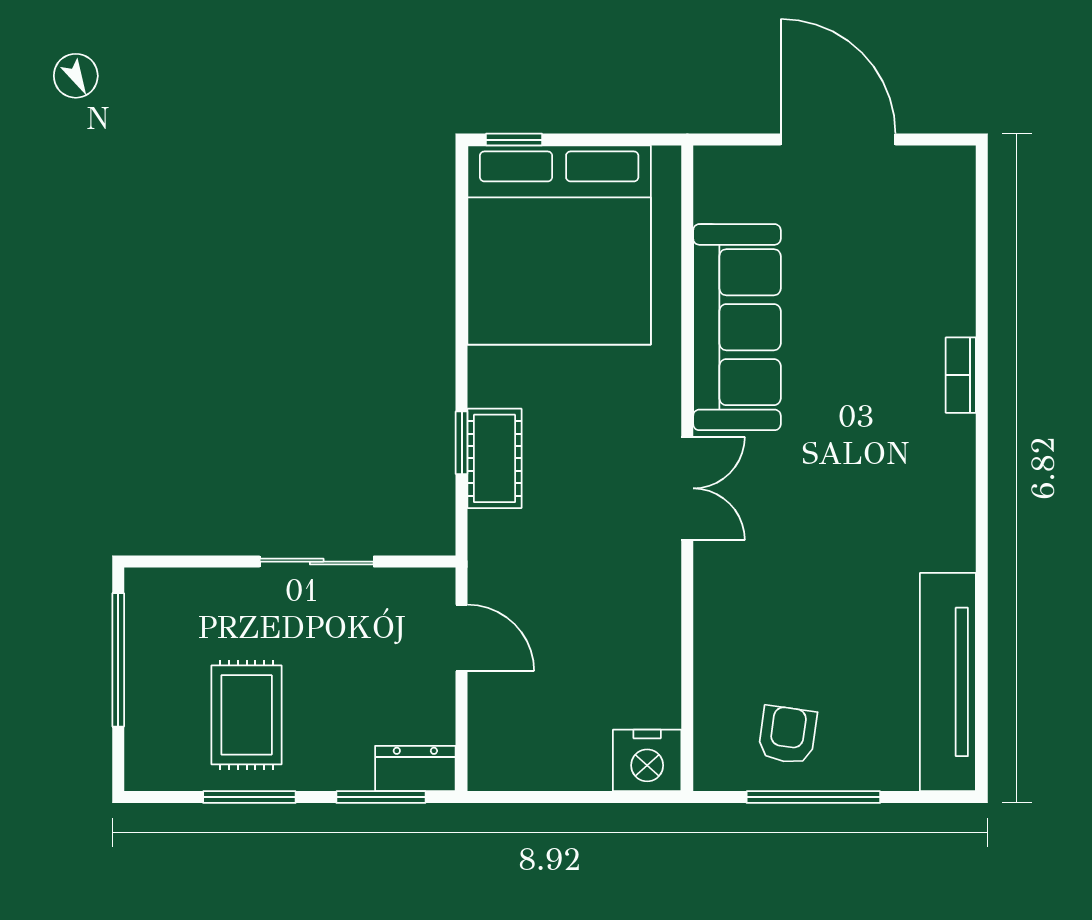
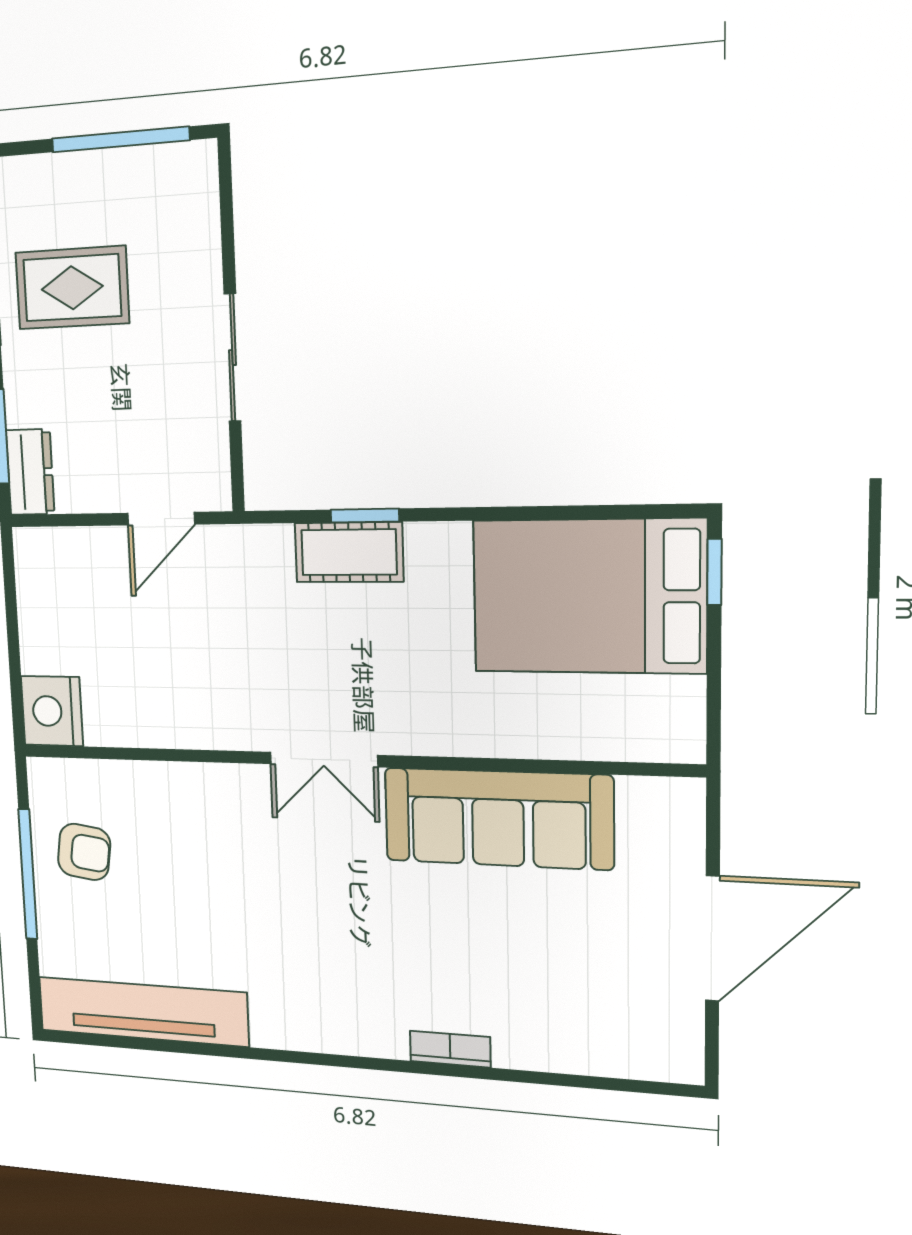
bed: (559, 245) -> (589, 596), width x0.73

